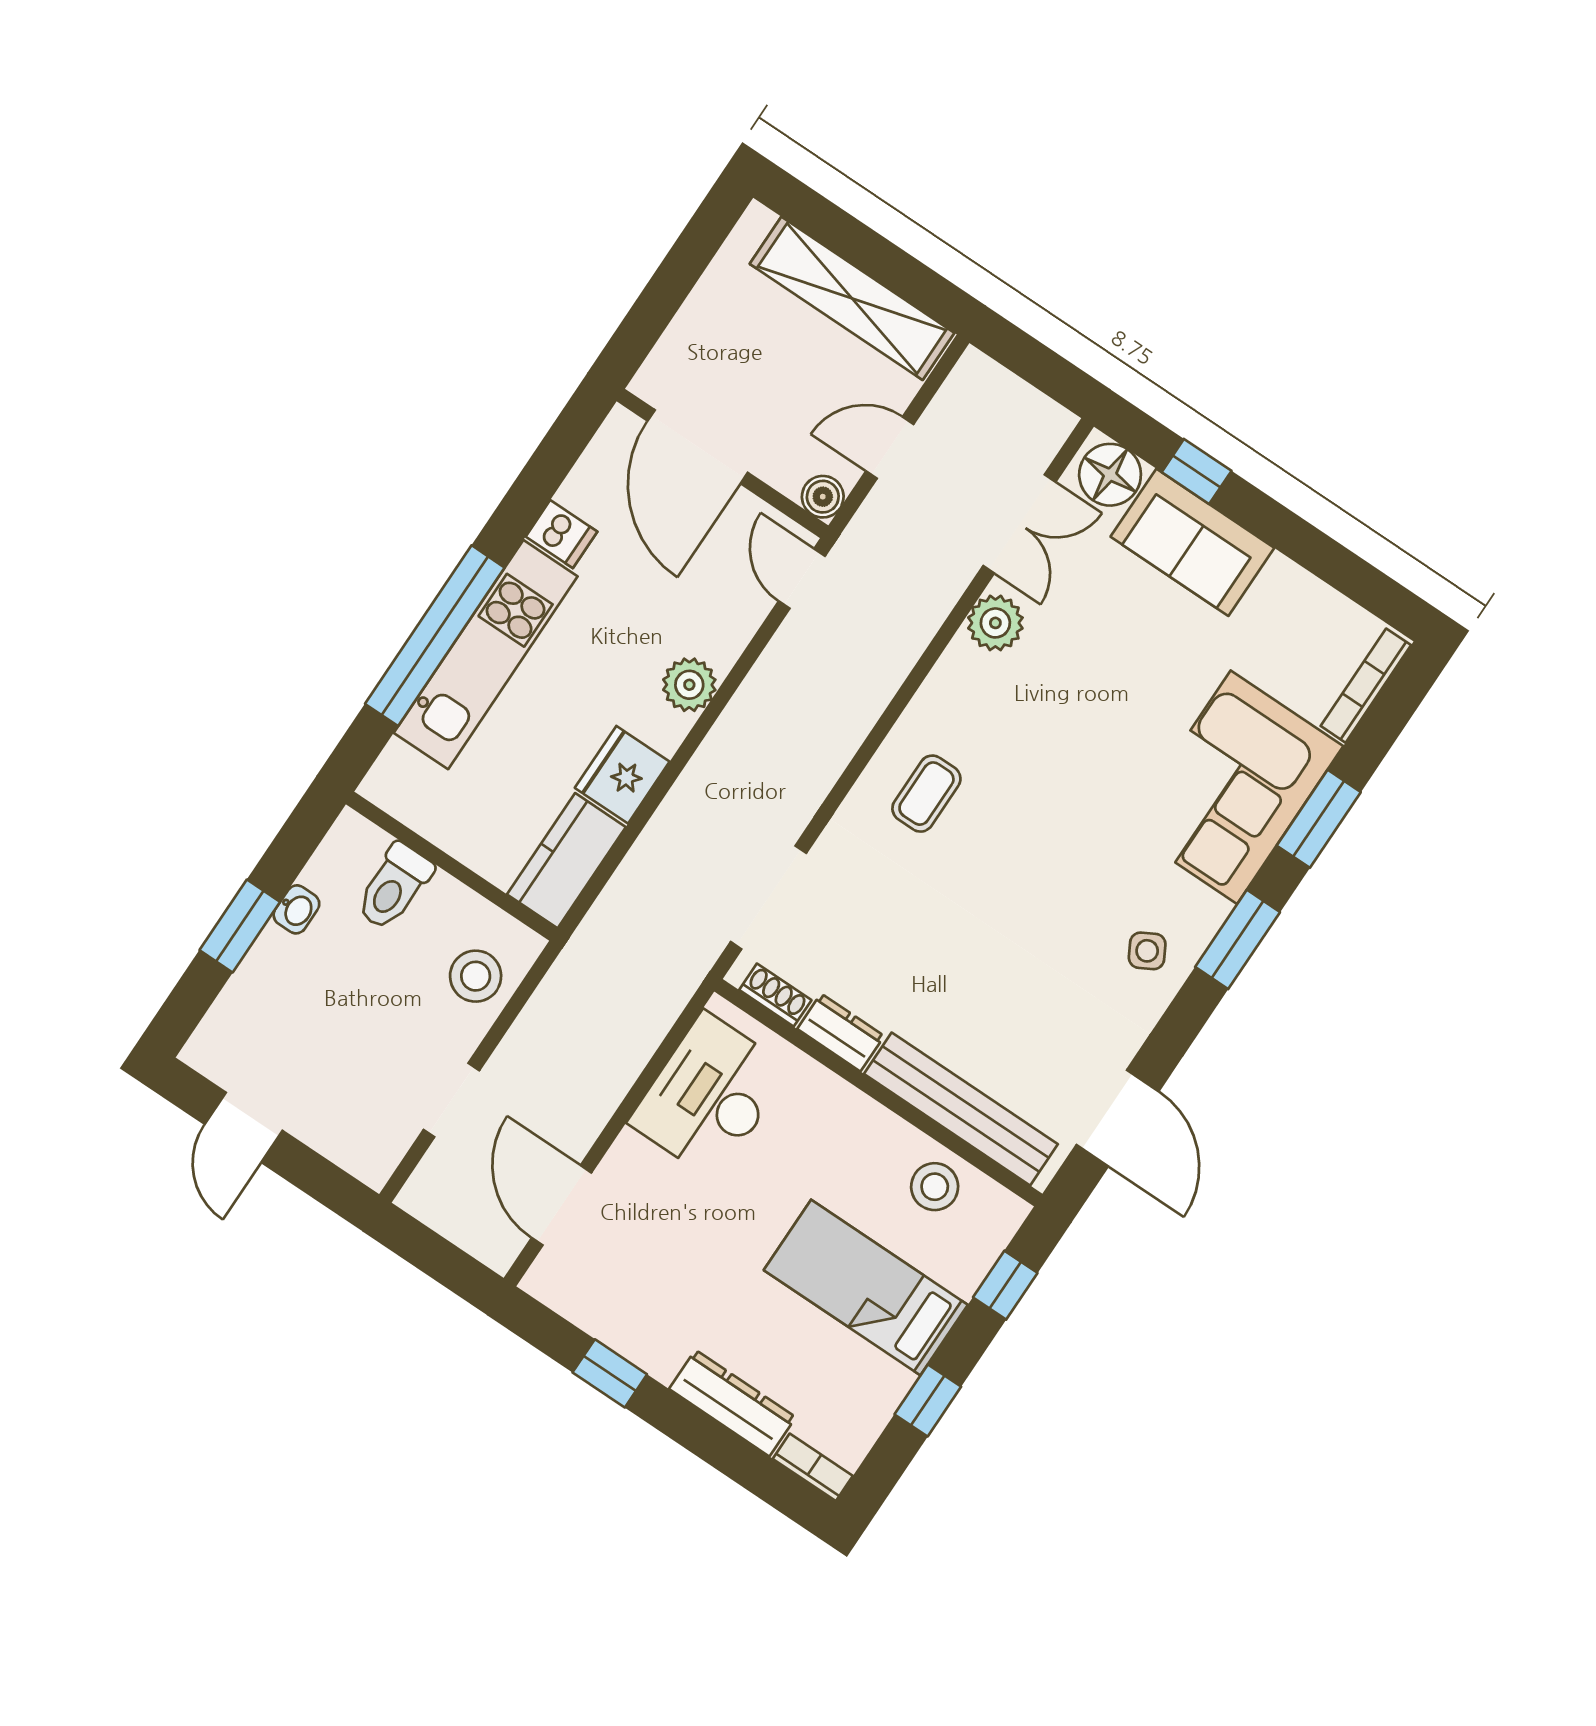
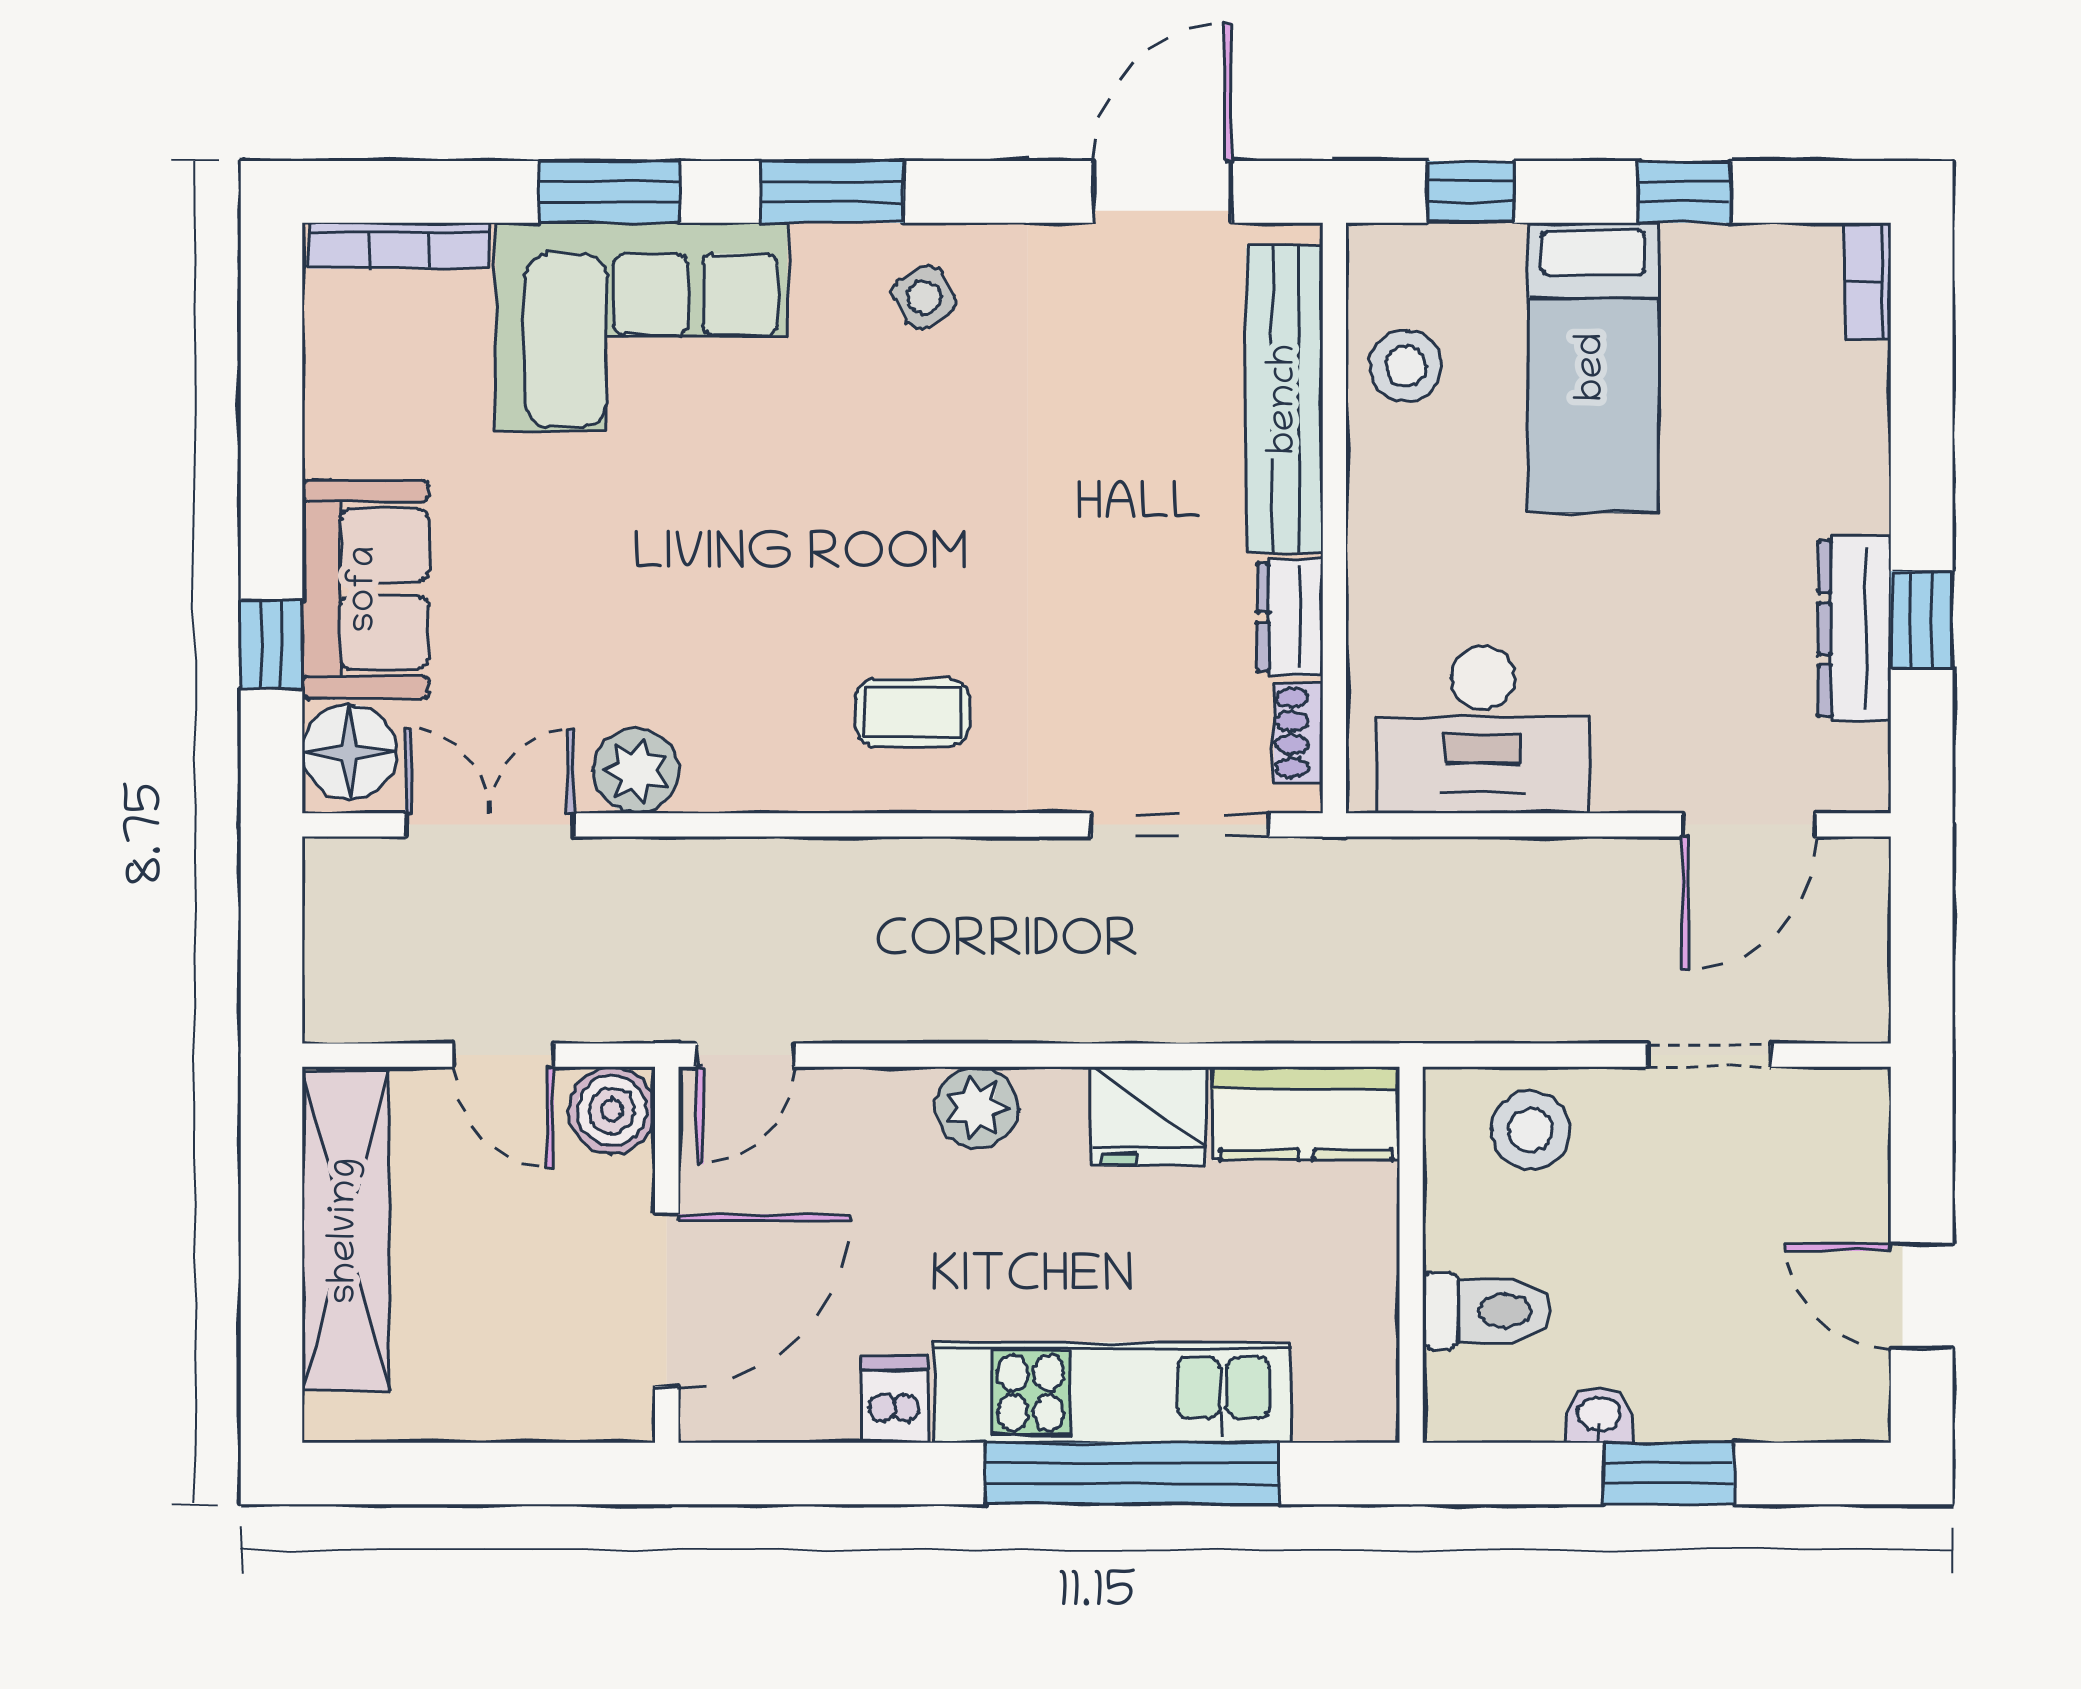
boiler: (823, 497) -> (612, 1110), width x1.36, depth x1.36
door: (244, 1127) -> (1922, 1296), swing flipped
dresser: (732, 1403) -> (1855, 628), moved

